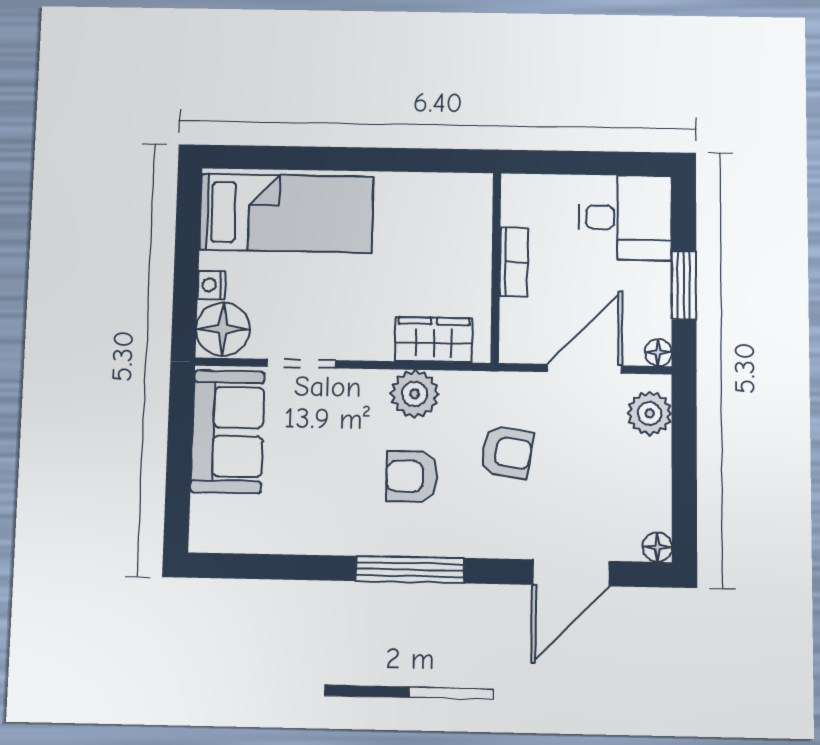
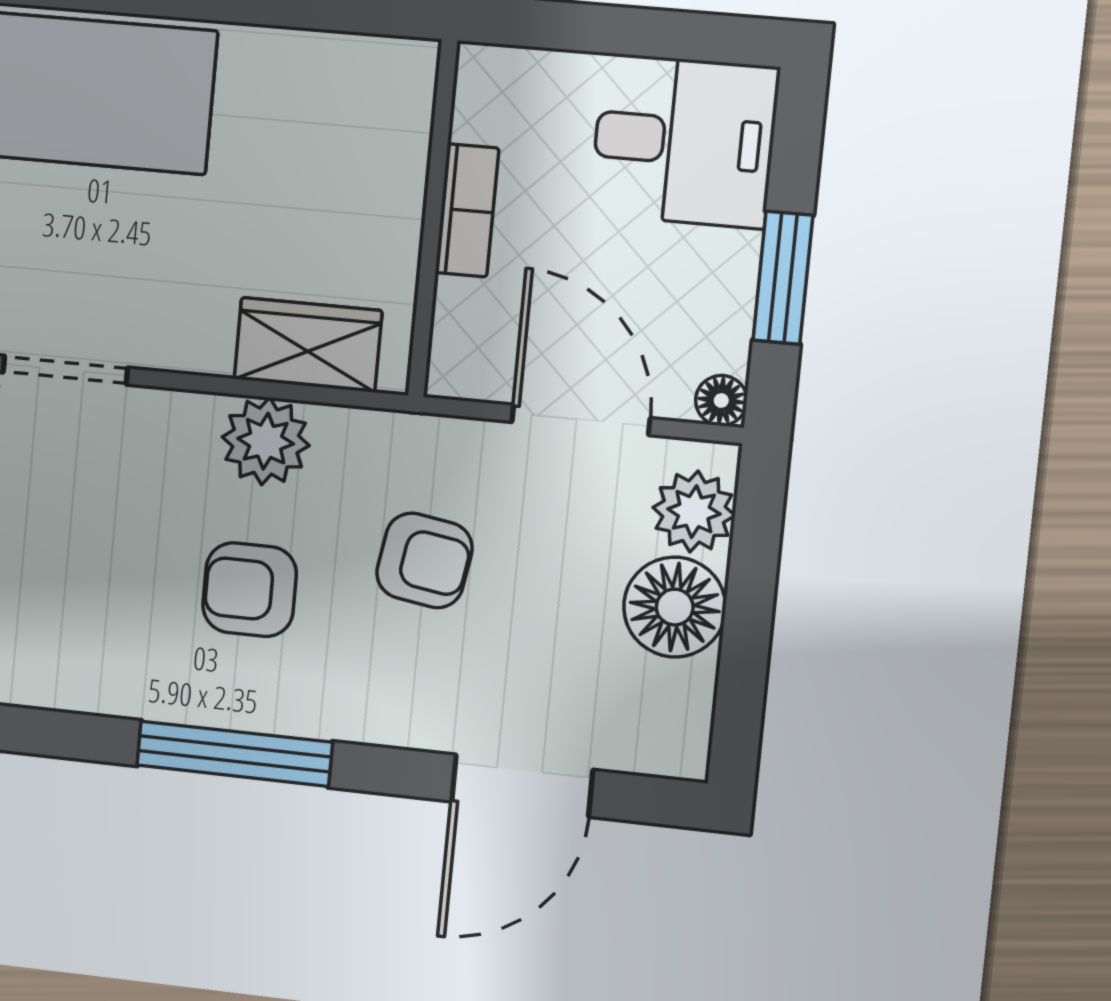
door: (584, 369) -> (581, 420), hinge flipped
floor lamp: (657, 547) -> (675, 607), moved, width x1.89, depth x1.89

